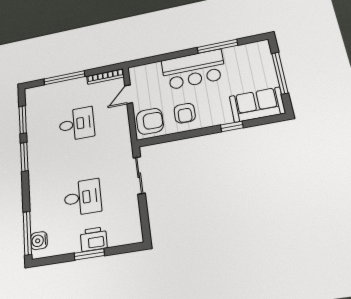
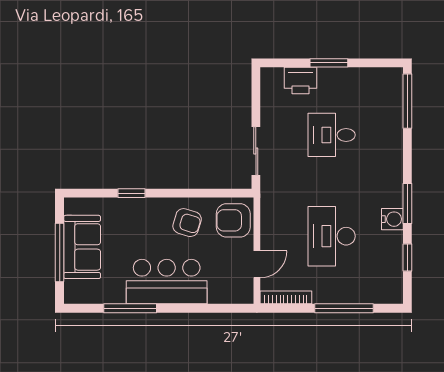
sofa: (257, 105) -> (82, 247), moved, turned -90
armchair: (185, 113) -> (187, 223), turned 107
window: (23, 120) -> (407, 258), width x0.67
desk: (77, 124) -> (332, 236), width x1.37
printer: (94, 239) -> (301, 80), moved
water cooler: (39, 241) -> (392, 219), moved

